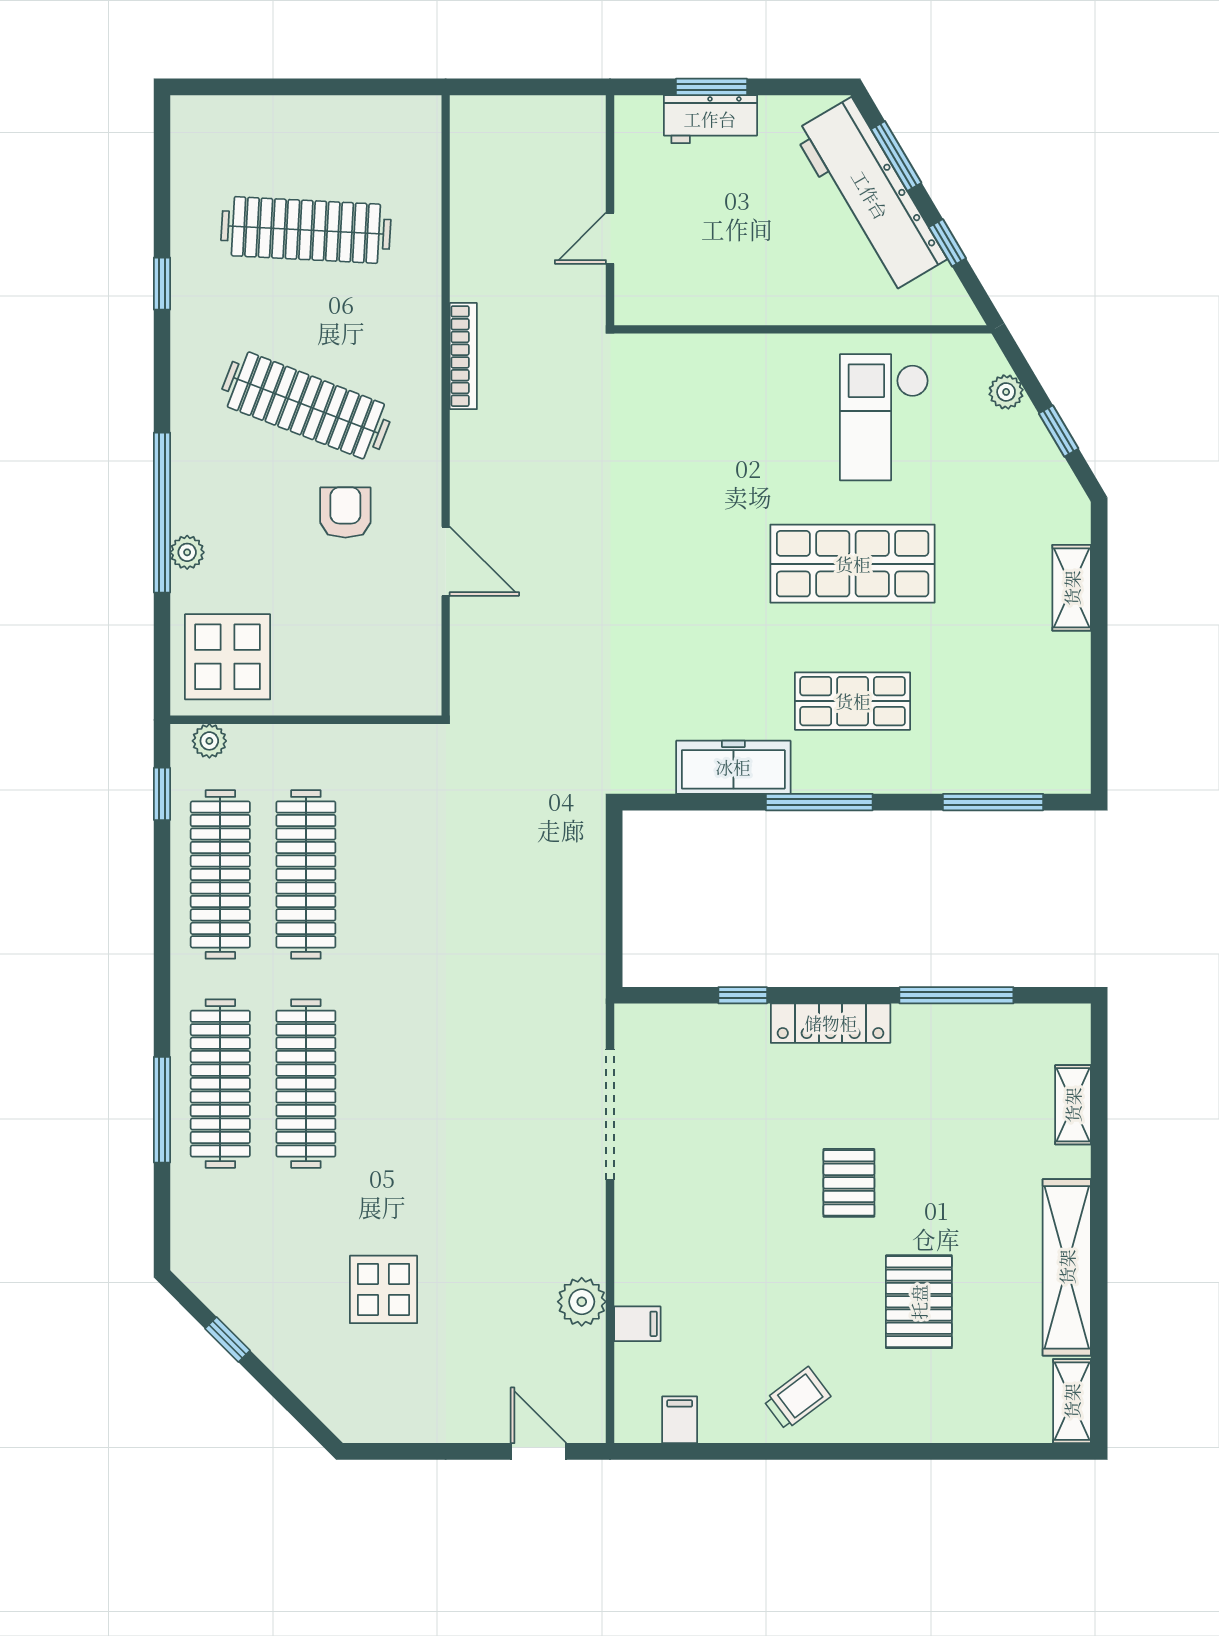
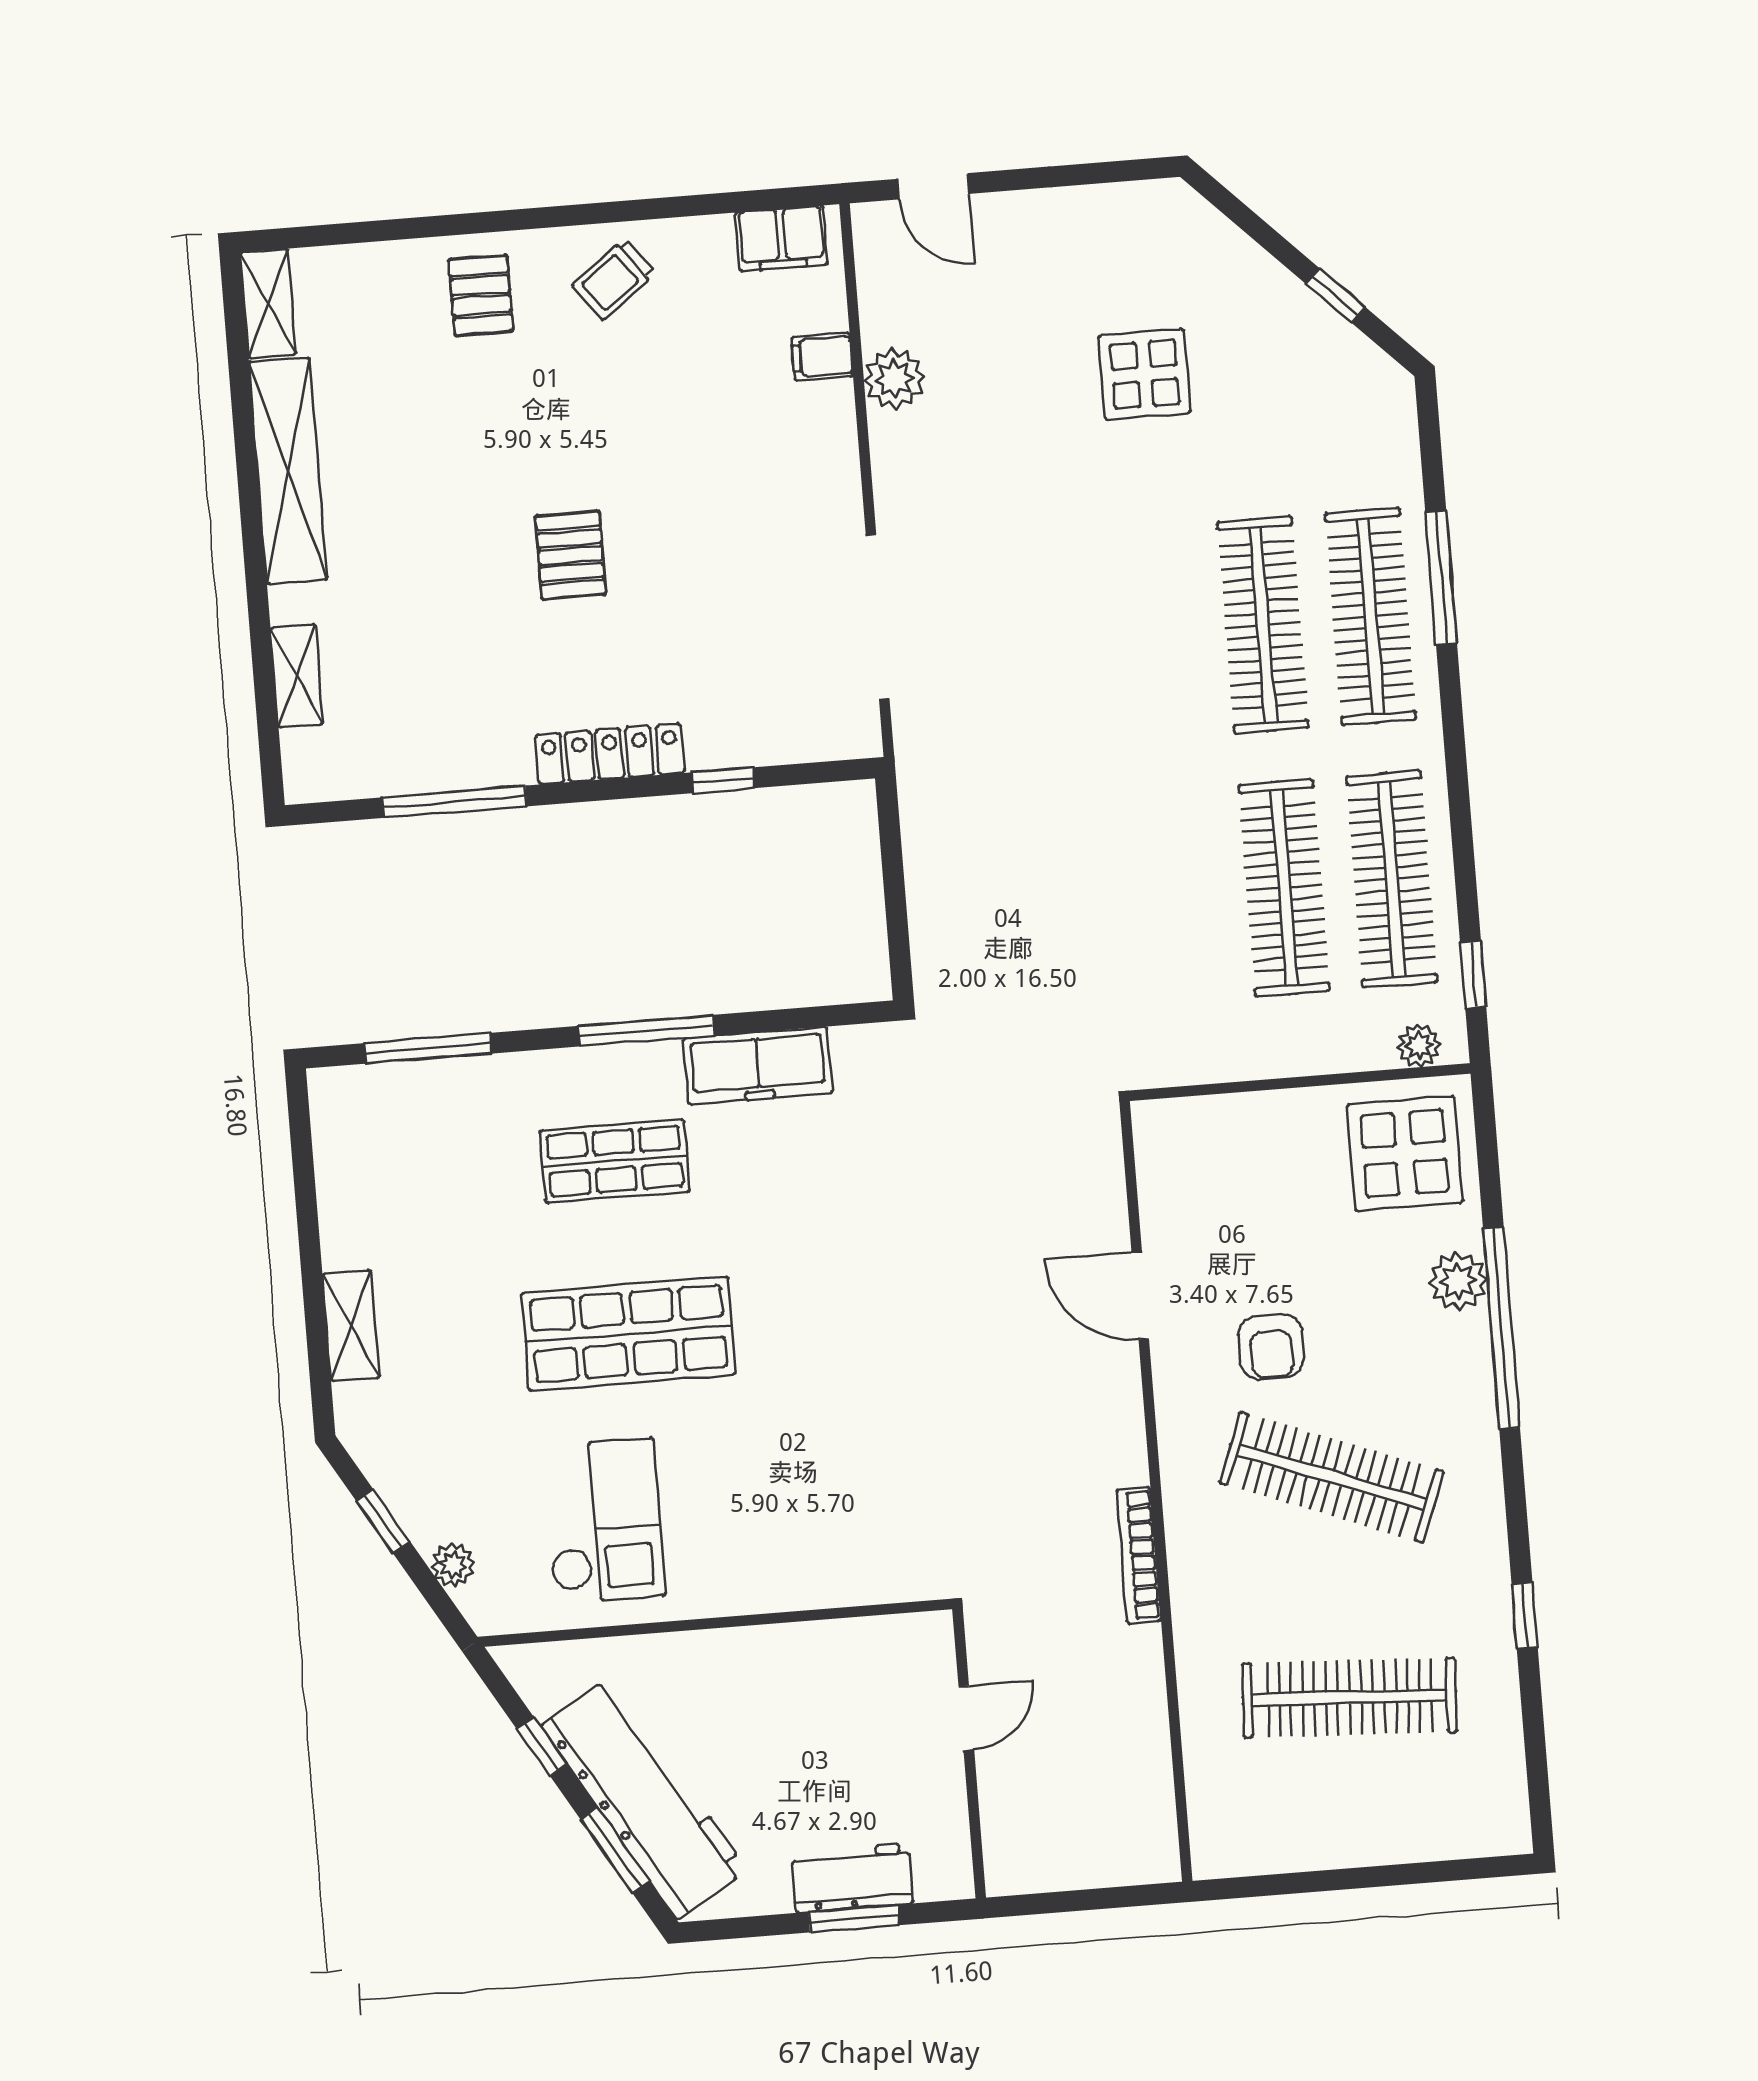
plant: (187, 552) -> (1458, 1281), width x1.38, depth x1.38
pallet: (919, 1302) -> (481, 295), moved, width x0.67, depth x0.71
filing cabinet: (680, 1420) -> (781, 239), width x2.00

